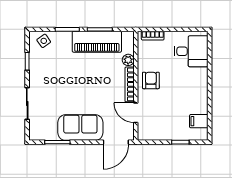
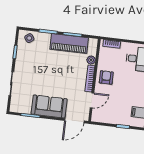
door: (136, 113) -> (92, 100), swing flipped

